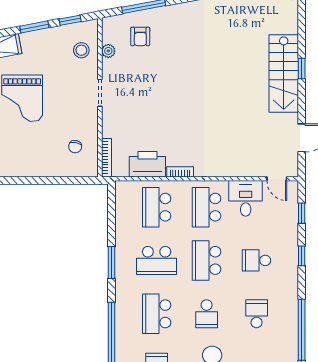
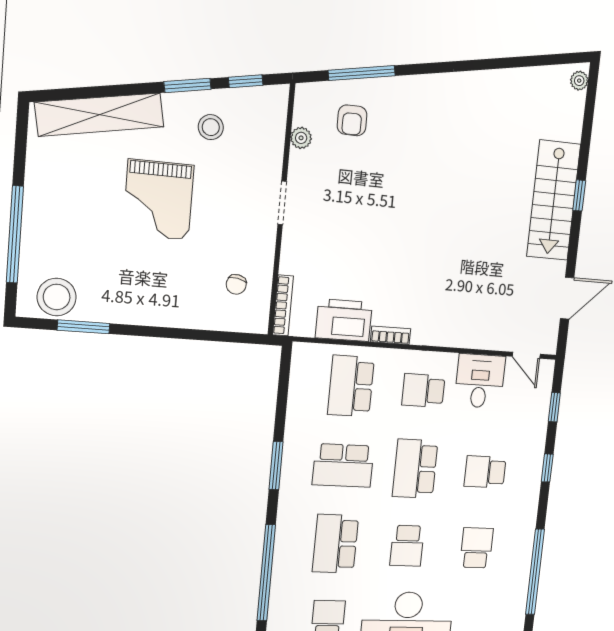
stool: (81, 50) -> (211, 127), moved
school desk: (207, 207) -> (423, 390), width x0.54

